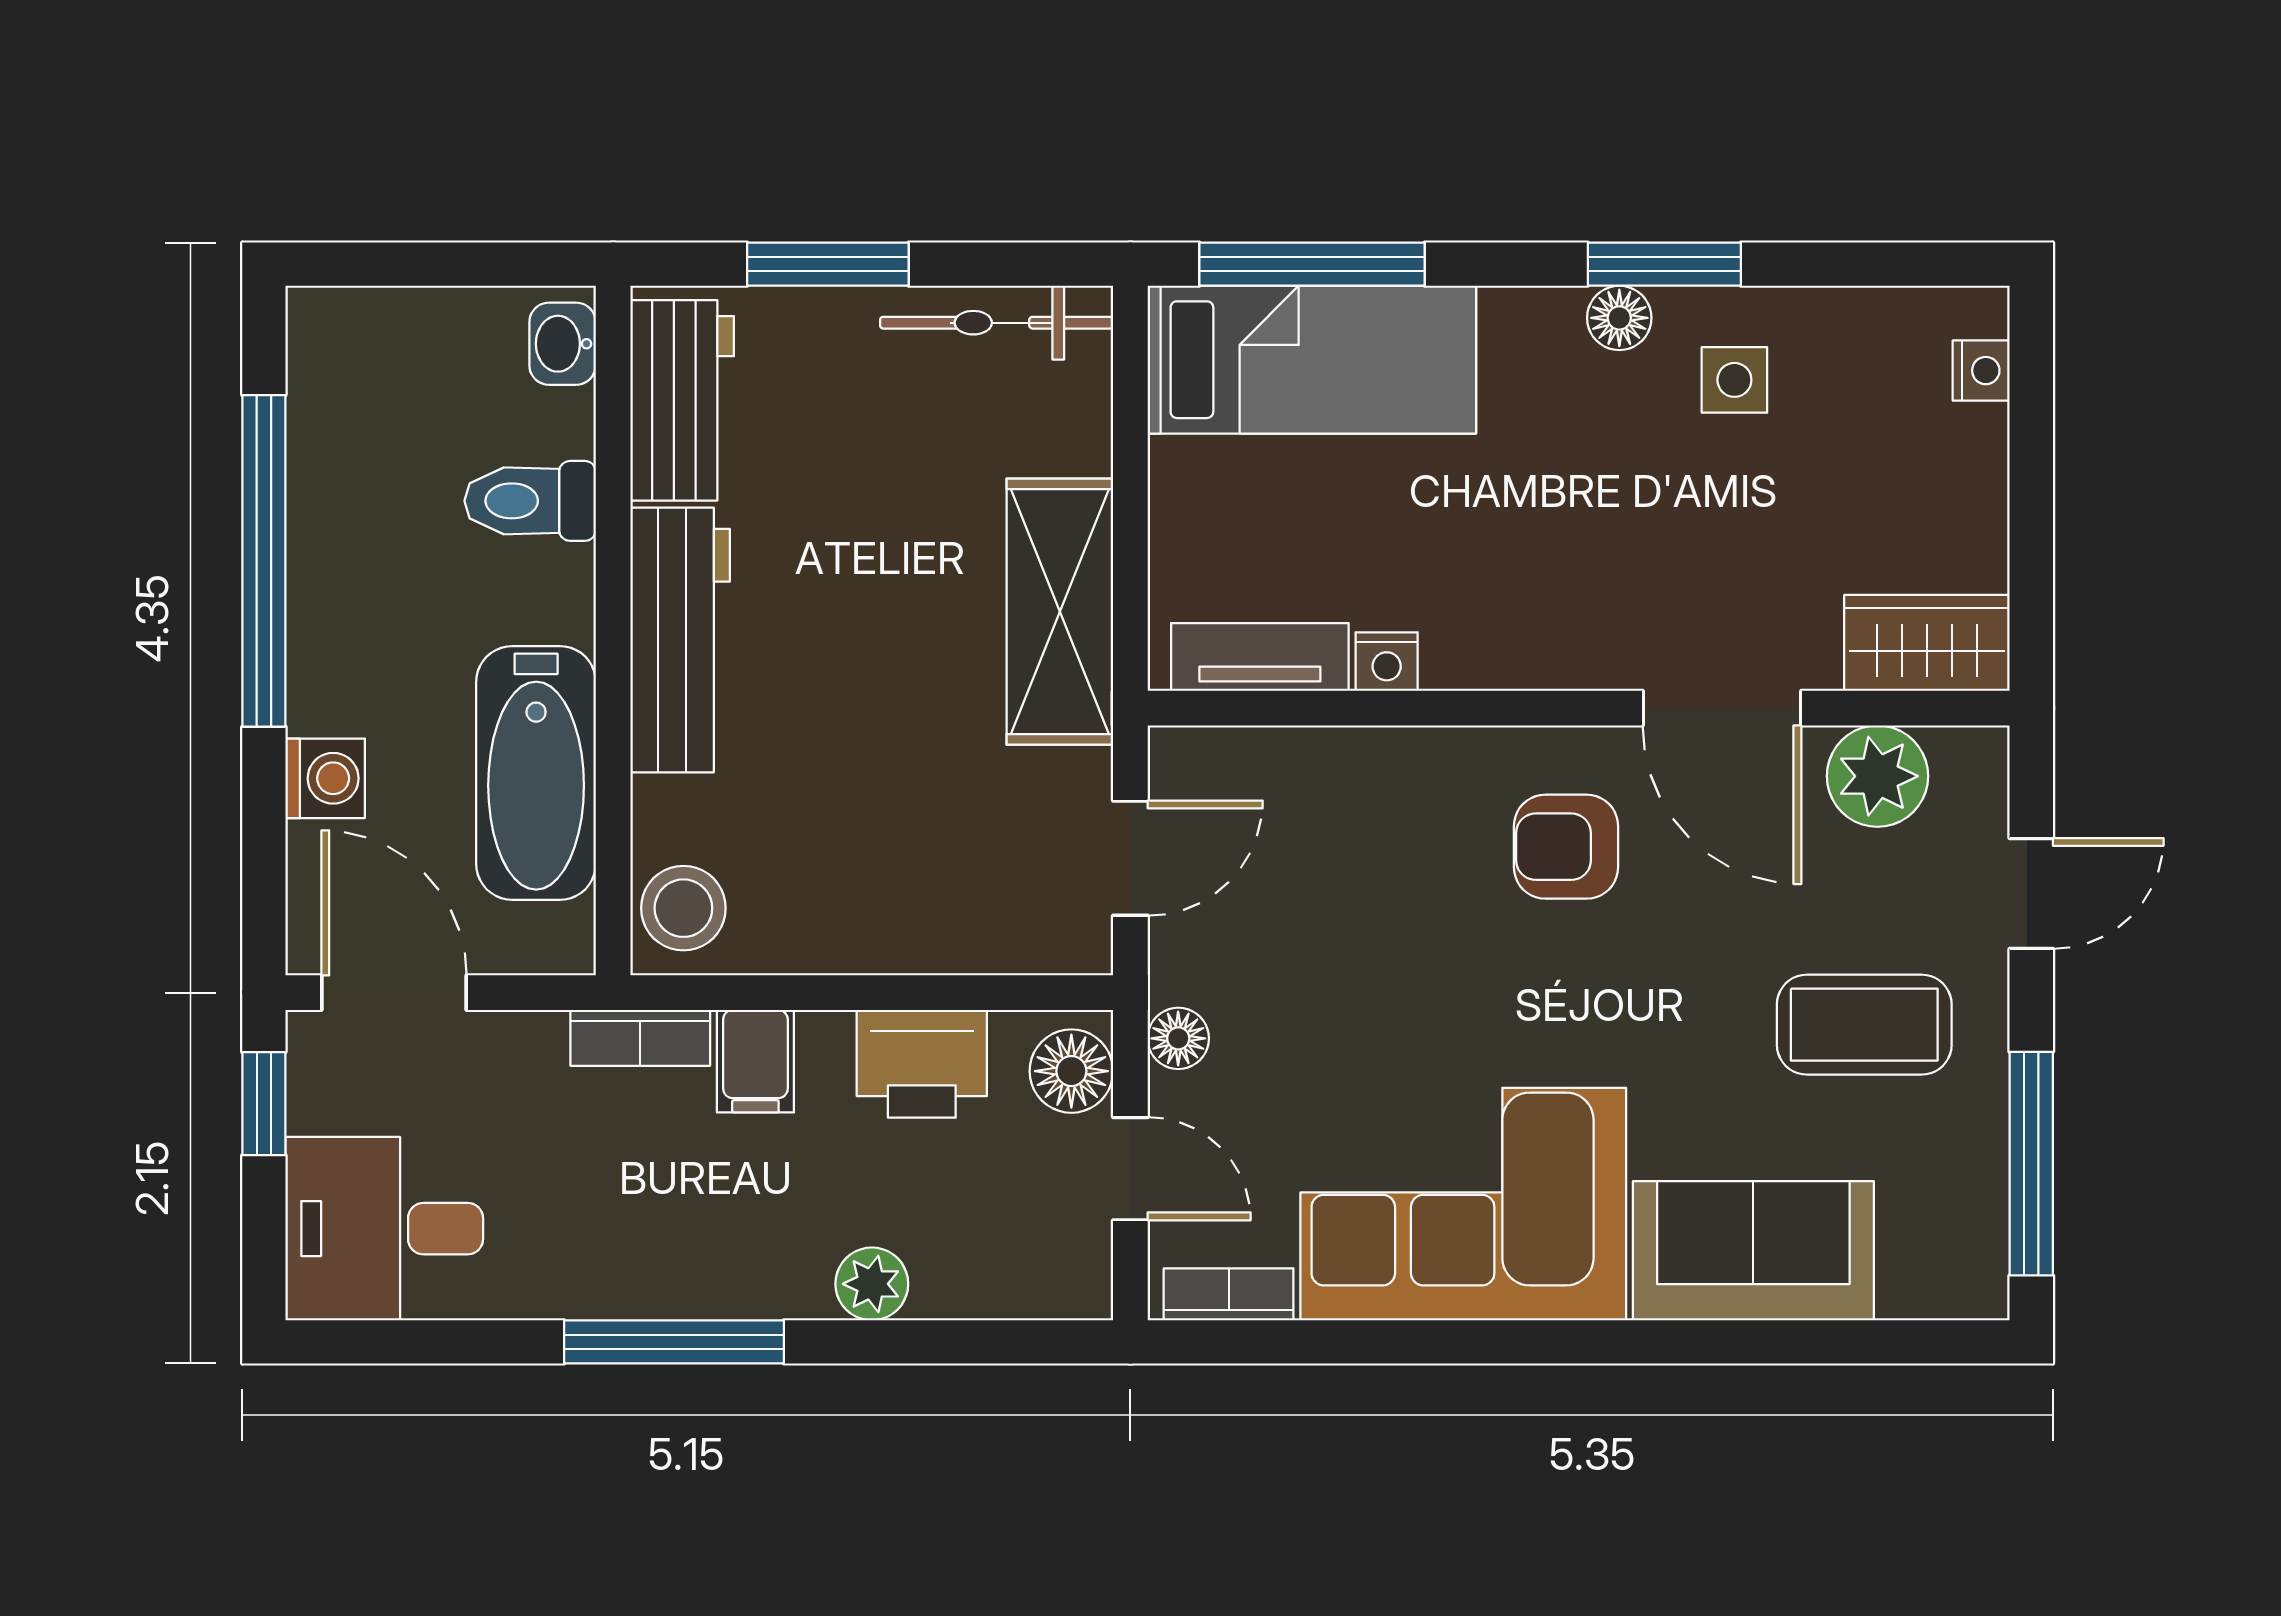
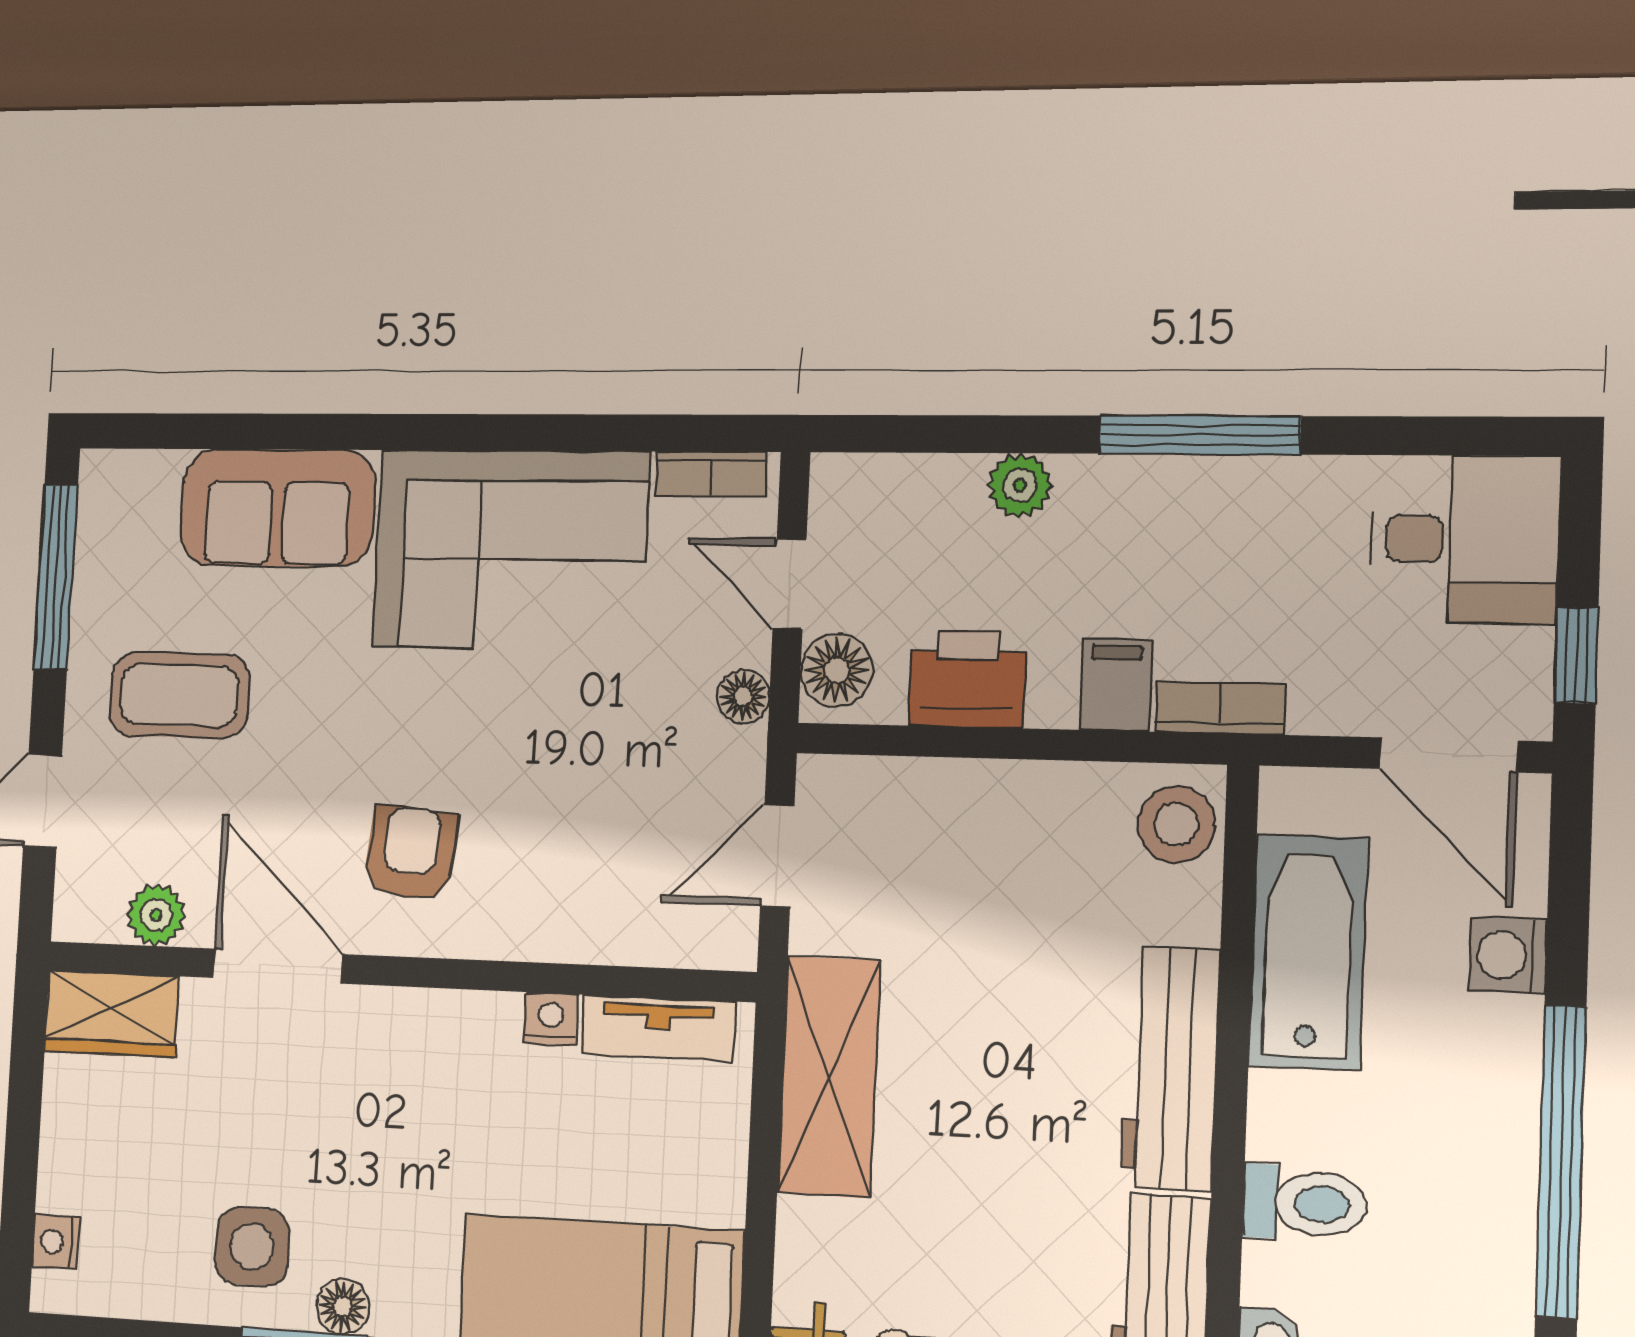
side table: (1734, 380) -> (252, 1247), width x1.37, depth x1.37
plant: (1877, 776) -> (156, 915), width x0.73, depth x0.73
armchair: (1566, 847) -> (410, 853), turned -84

